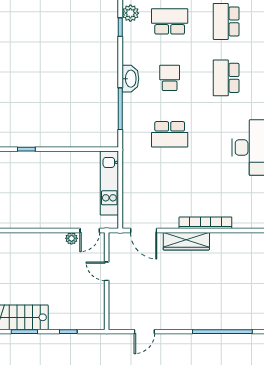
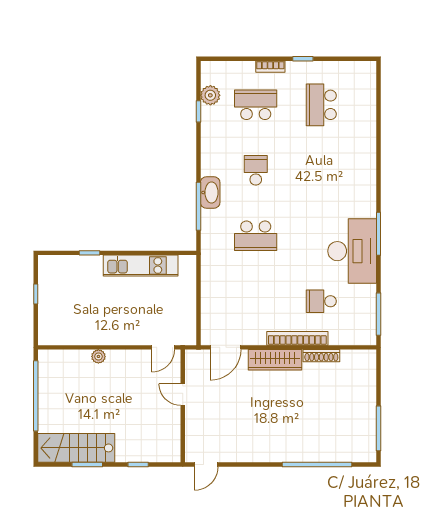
school desk: (226, 78) -> (321, 301), moved, width x0.54
washbasin: (130, 79) -> (210, 192), moved
kitchen unit: (109, 183) -> (141, 266), moved, turned -90
door: (144, 231) -> (226, 347), hinge flipped
plant: (71, 238) -> (98, 356), moved
shoe rack: (226, 238) -> (321, 356), added
door: (144, 332) -> (206, 465), moved

